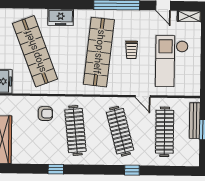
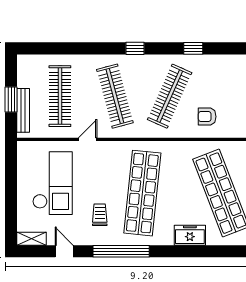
trolley: (132, 50) -> (100, 215), moved
door: (143, 96) -> (88, 139), hinge flipped
clothes rail: (75, 131) -> (170, 96), turned 30
window: (132, 170) -> (135, 48), moved

